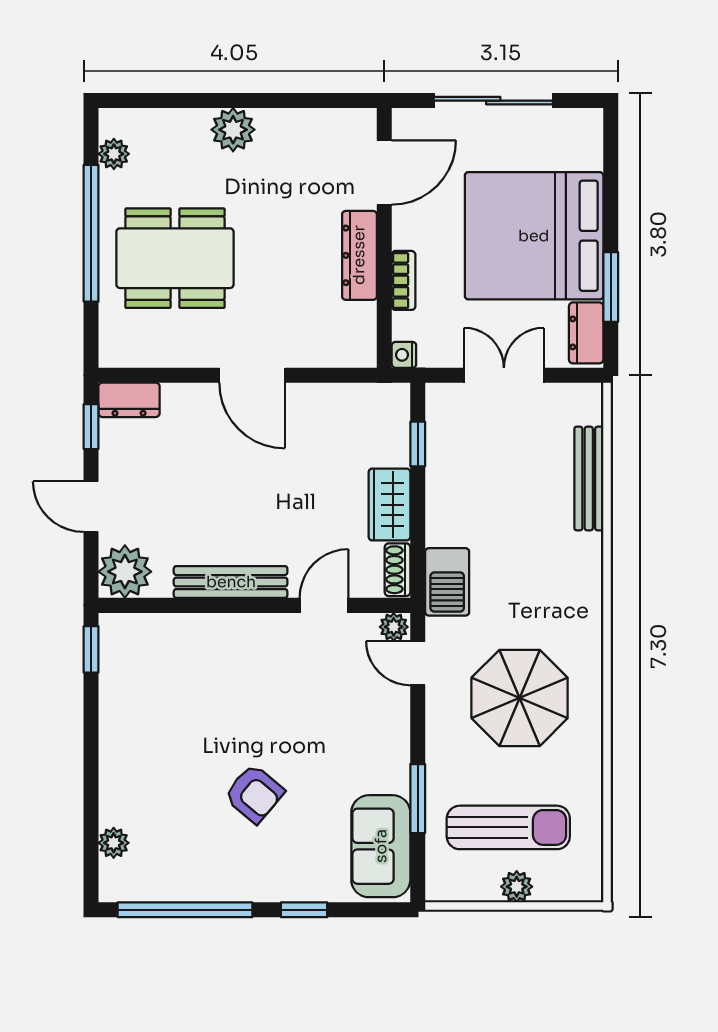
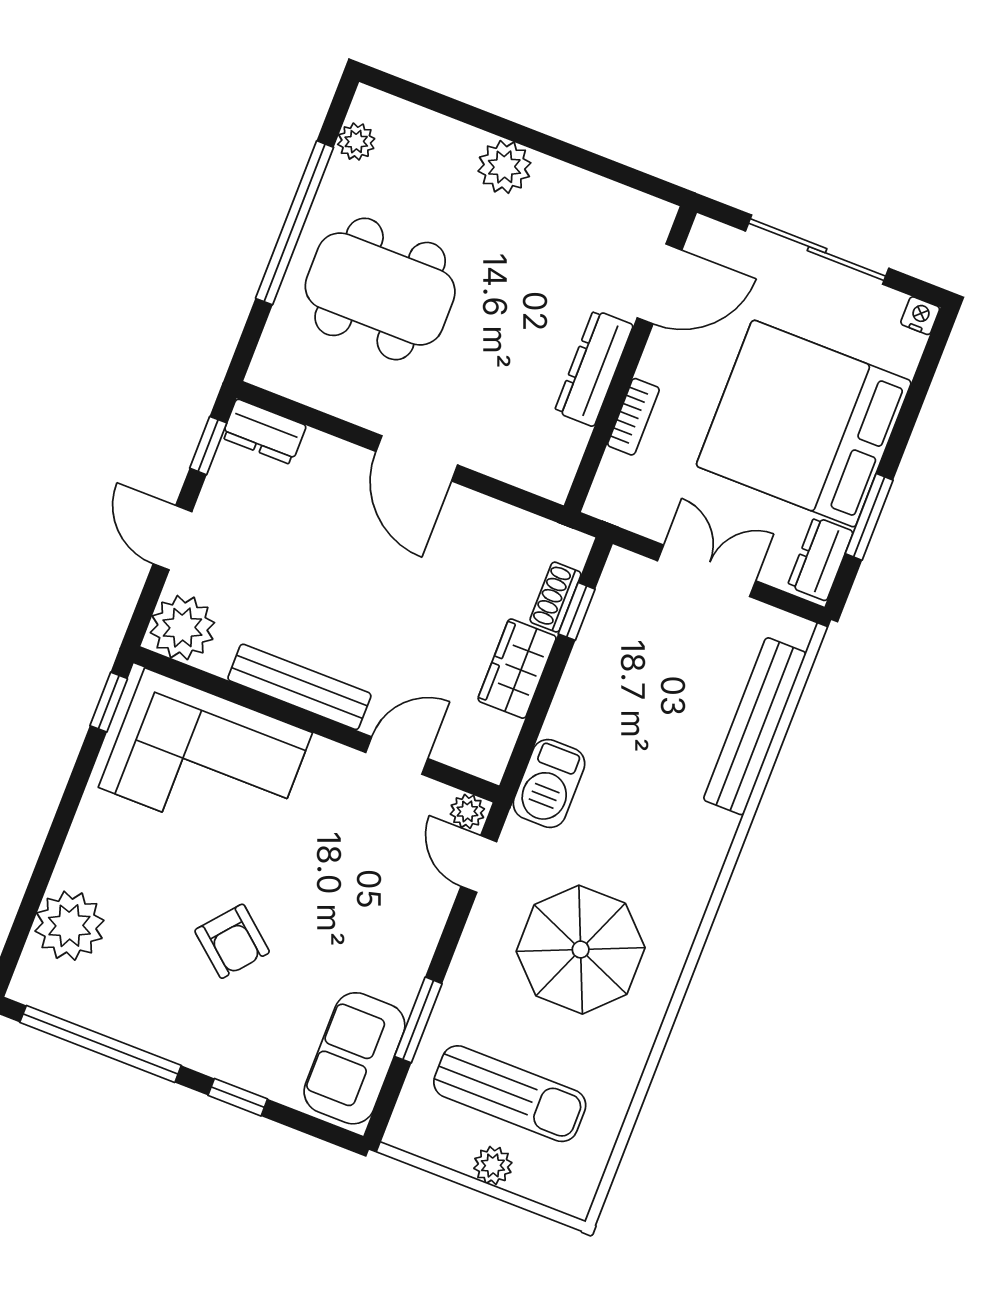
nightstand: (404, 355) -> (920, 316), moved, turned 90
bench: (589, 478) -> (755, 726), width x1.37, depth x1.21
shoe rack: (397, 570) -> (556, 597), moved
corner sofa: (181, 665) -> (205, 760), added
plant: (114, 843) -> (69, 926), width x1.87, depth x1.87

